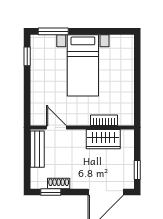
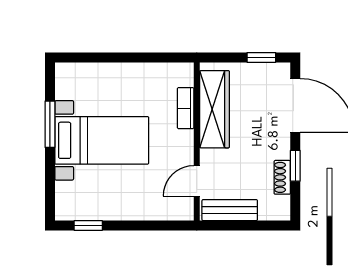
window: (53, 31) -> (50, 124), moved
wardrobe: (103, 139) -> (215, 109), width x1.50
window: (51, 192) -> (295, 166), moved

